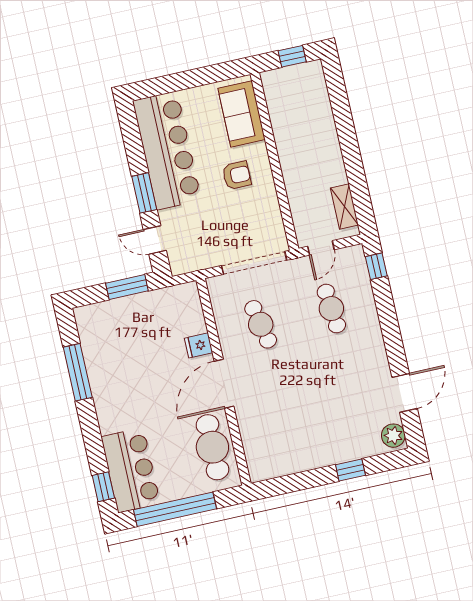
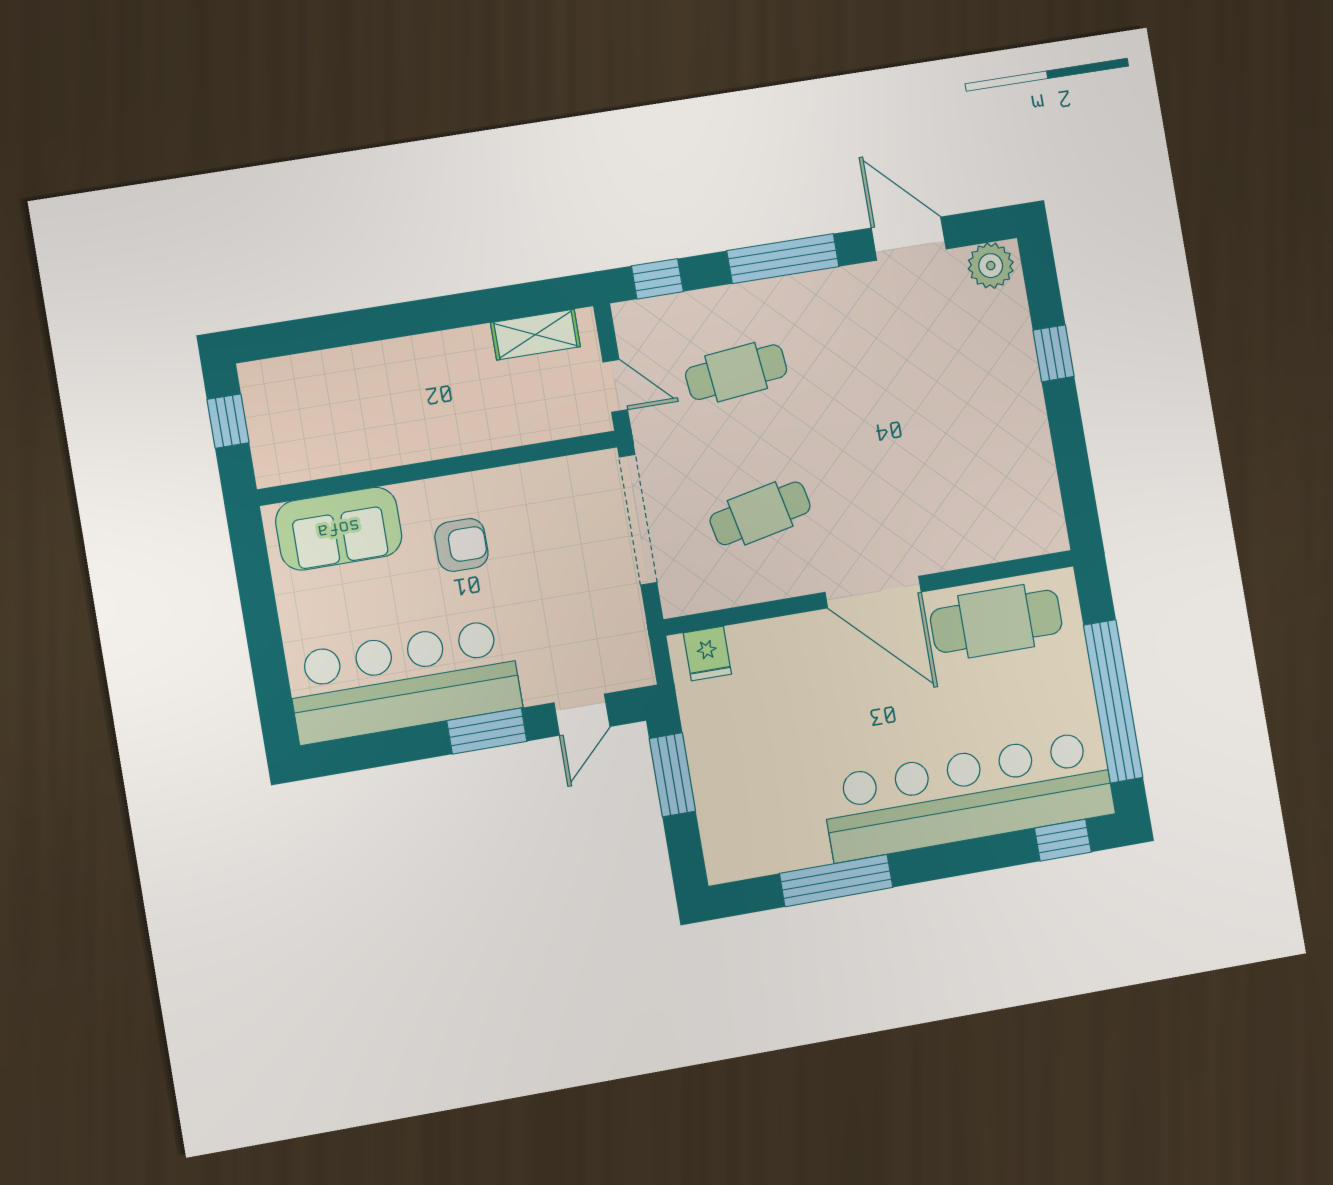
armchair: (237, 175) -> (461, 545), turned 90
window: (390, 329) -> (783, 259), added
fridge: (198, 345) -> (707, 654), moved
bar counter: (131, 470) -> (968, 796), width x1.86

